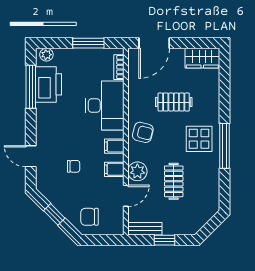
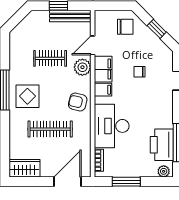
clothes rail: (174, 102) -> (50, 129), width x1.36
filing cabinet: (114, 169) -> (103, 69), width x2.00
clothes rail: (174, 181) -> (50, 58), turned 90
bench: (145, 229) -> (70, 16), width x1.36

